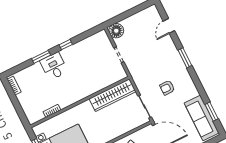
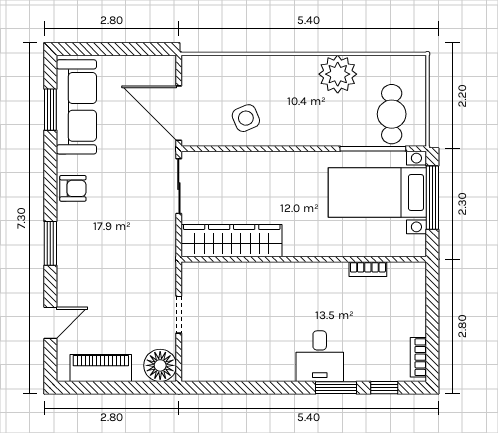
piano: (140, 18) -> (101, 368), added
window: (66, 45) -> (384, 388), moved
armchair: (167, 88) -> (73, 188), moved

